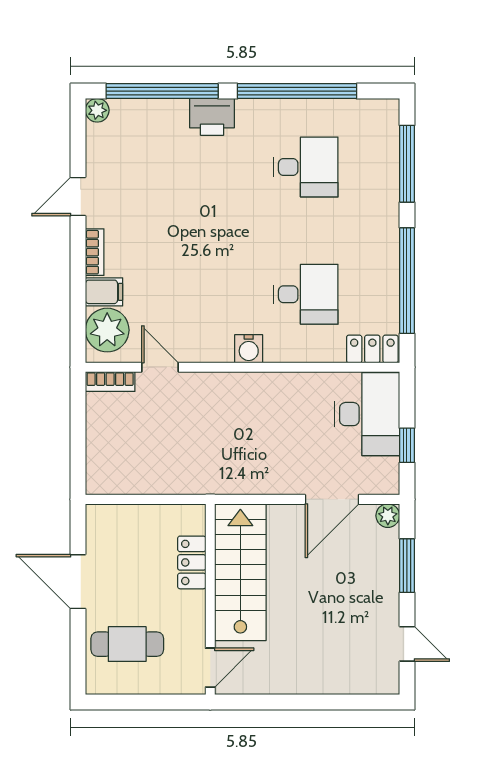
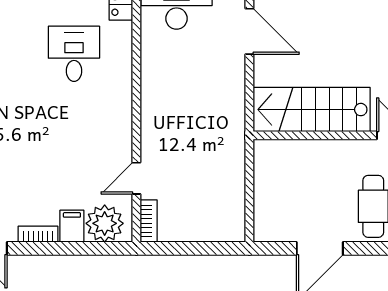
water cooler: (249, 349) -> (121, 102), removed
locker: (192, 562) -> (303, 151), removed

